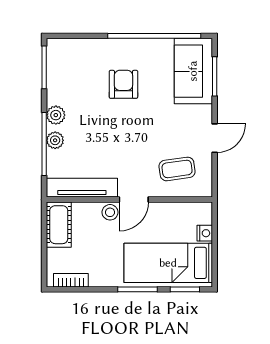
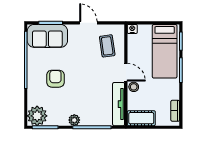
armchair: (123, 84) -> (55, 79), turned 90
plant: (55, 140) -> (37, 116), moved, width x1.88, depth x1.88
nightstand: (205, 233) -> (132, 29), moved

